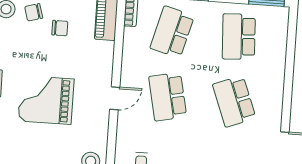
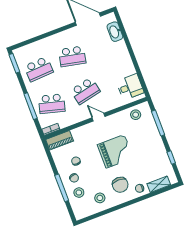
grand piano: (46, 100) -> (115, 151), turned -90
school desk: (234, 101) -> (72, 56), turned 33

